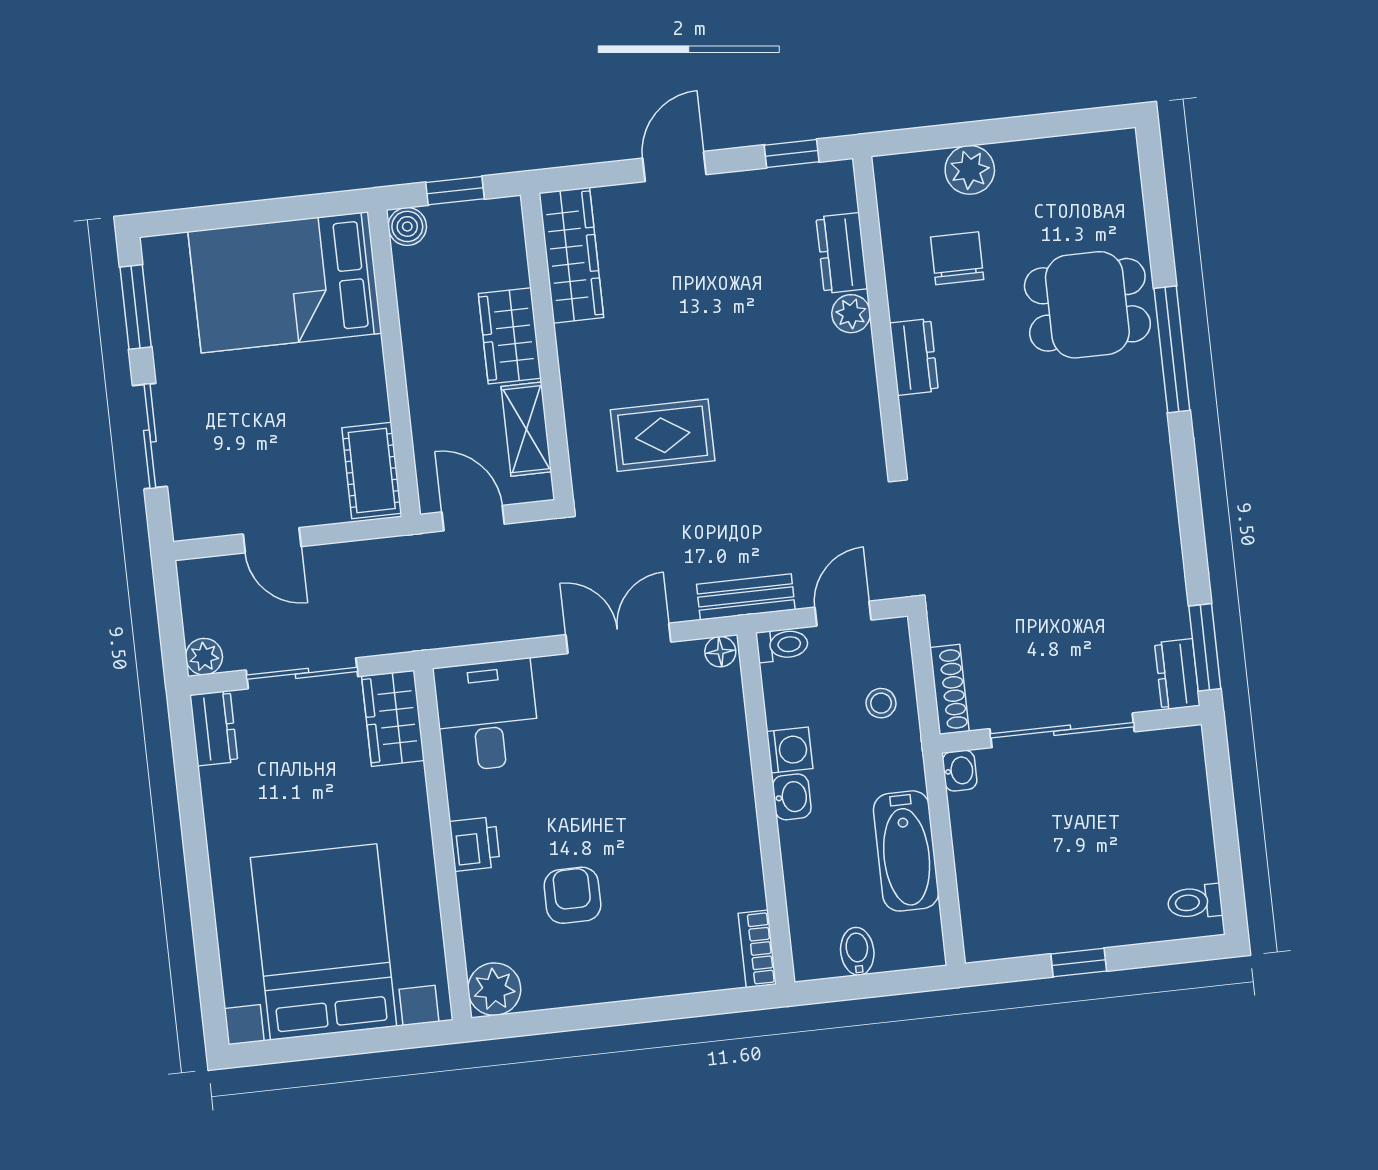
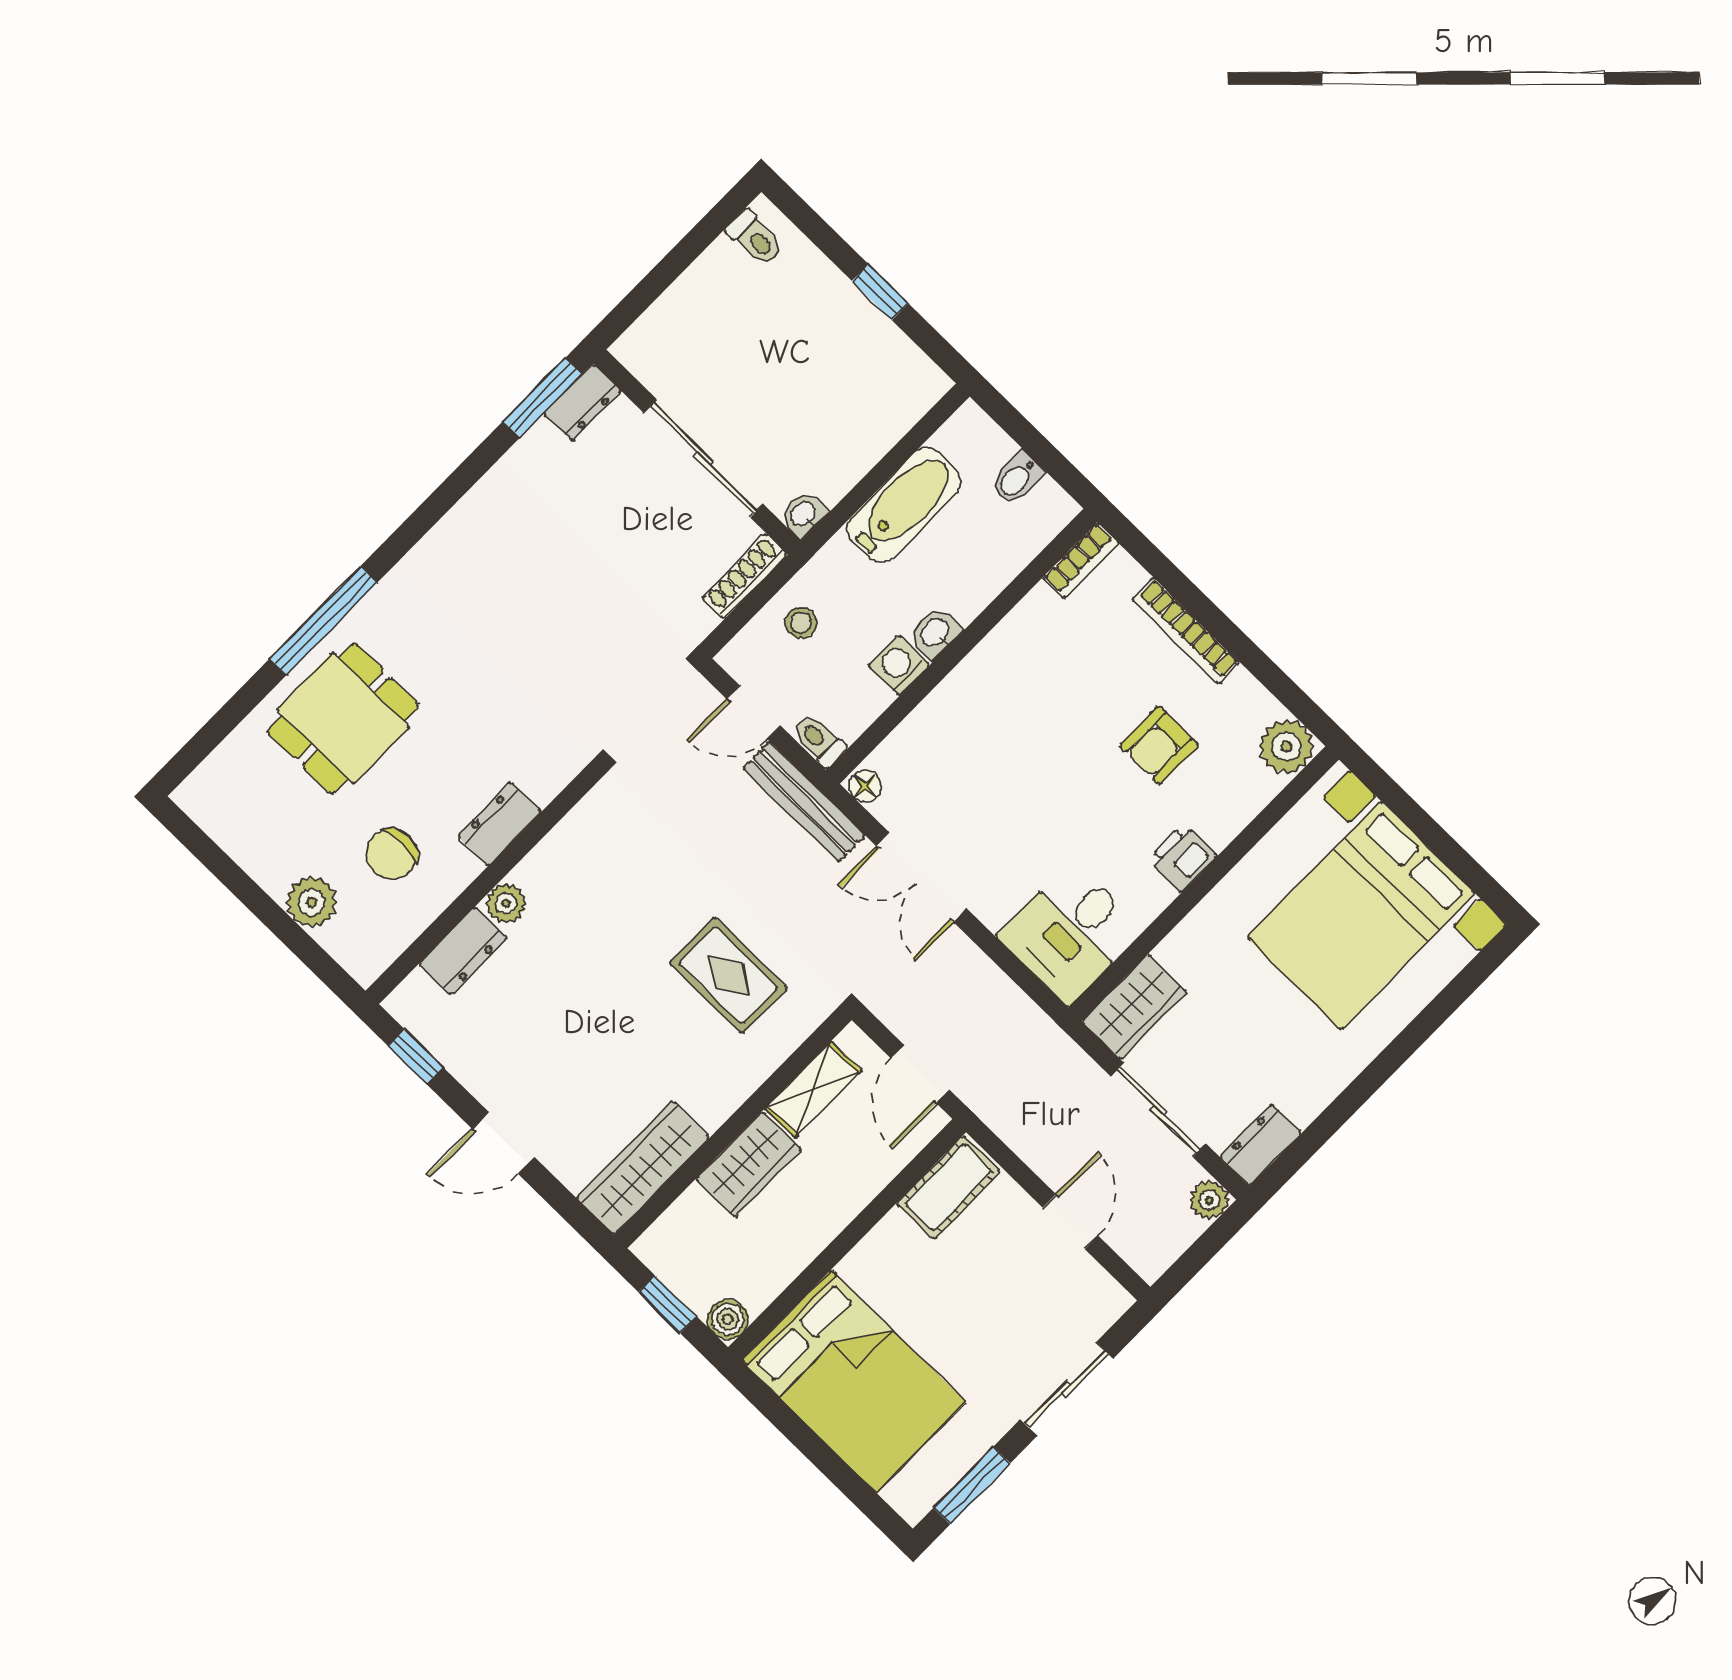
dining table: (1087, 305) -> (343, 718), turned 90
bench: (746, 597) -> (804, 802), width x1.36
bookcase: (641, 984) -> (1186, 631), added

